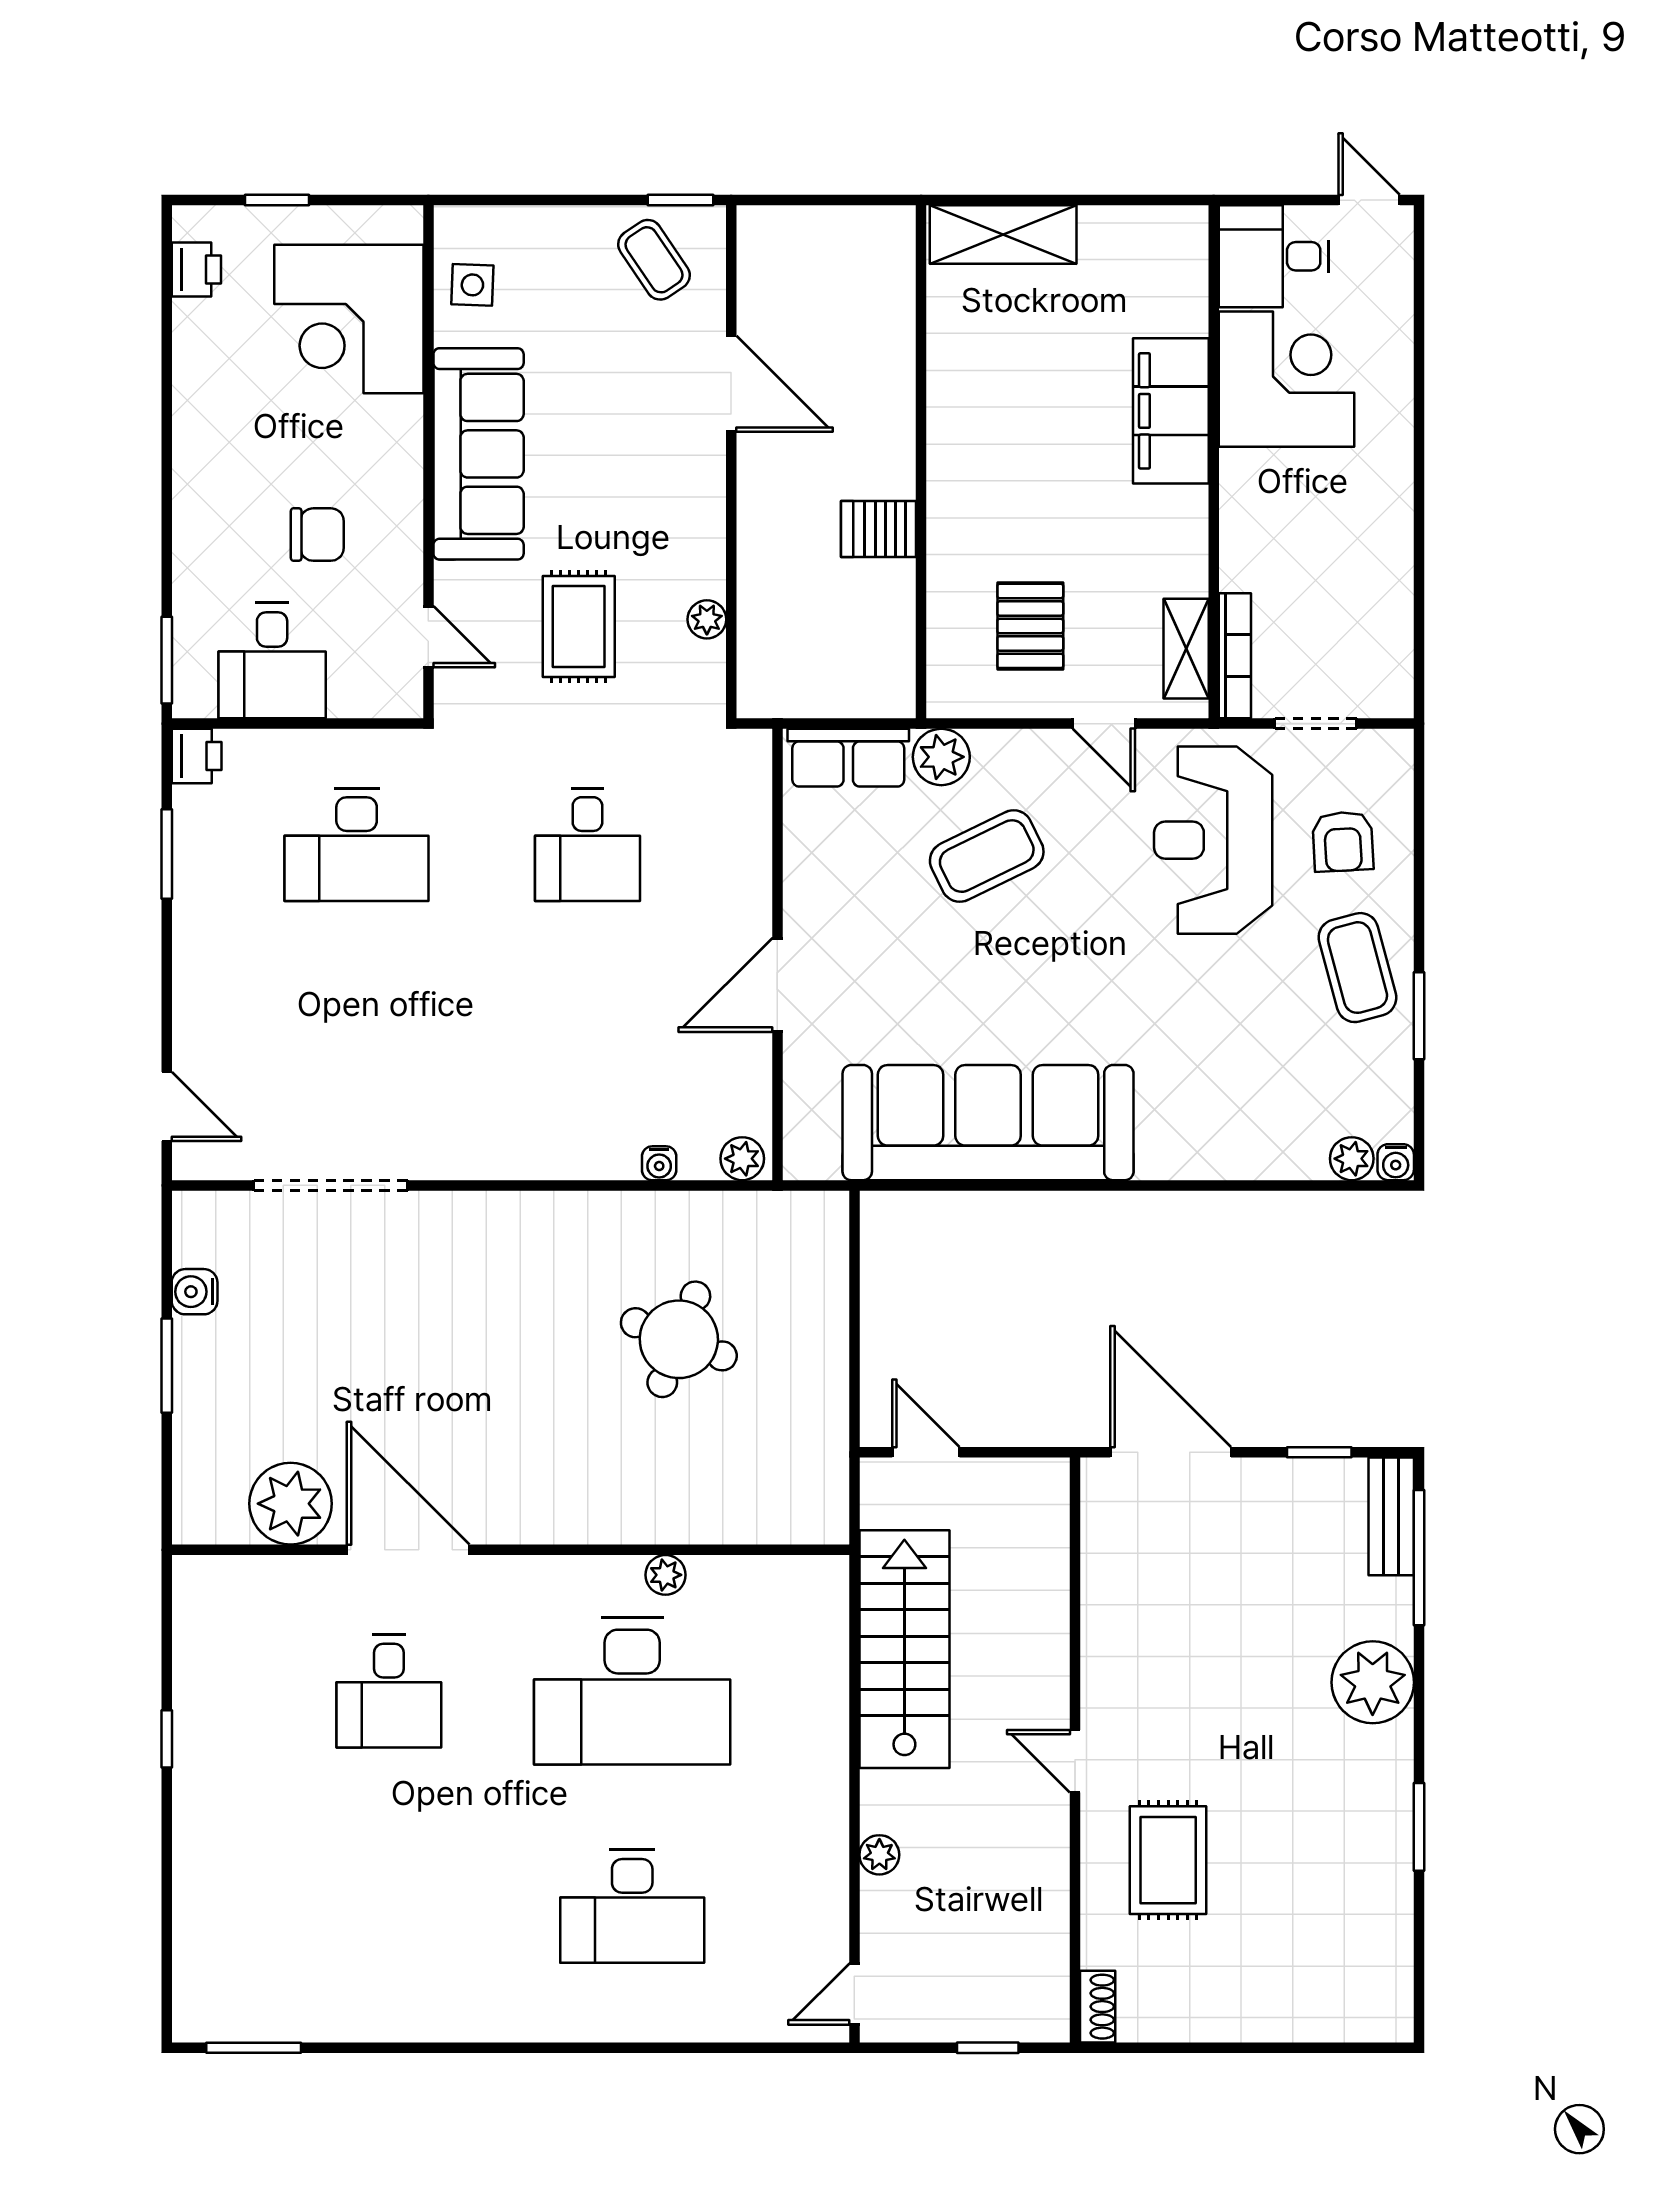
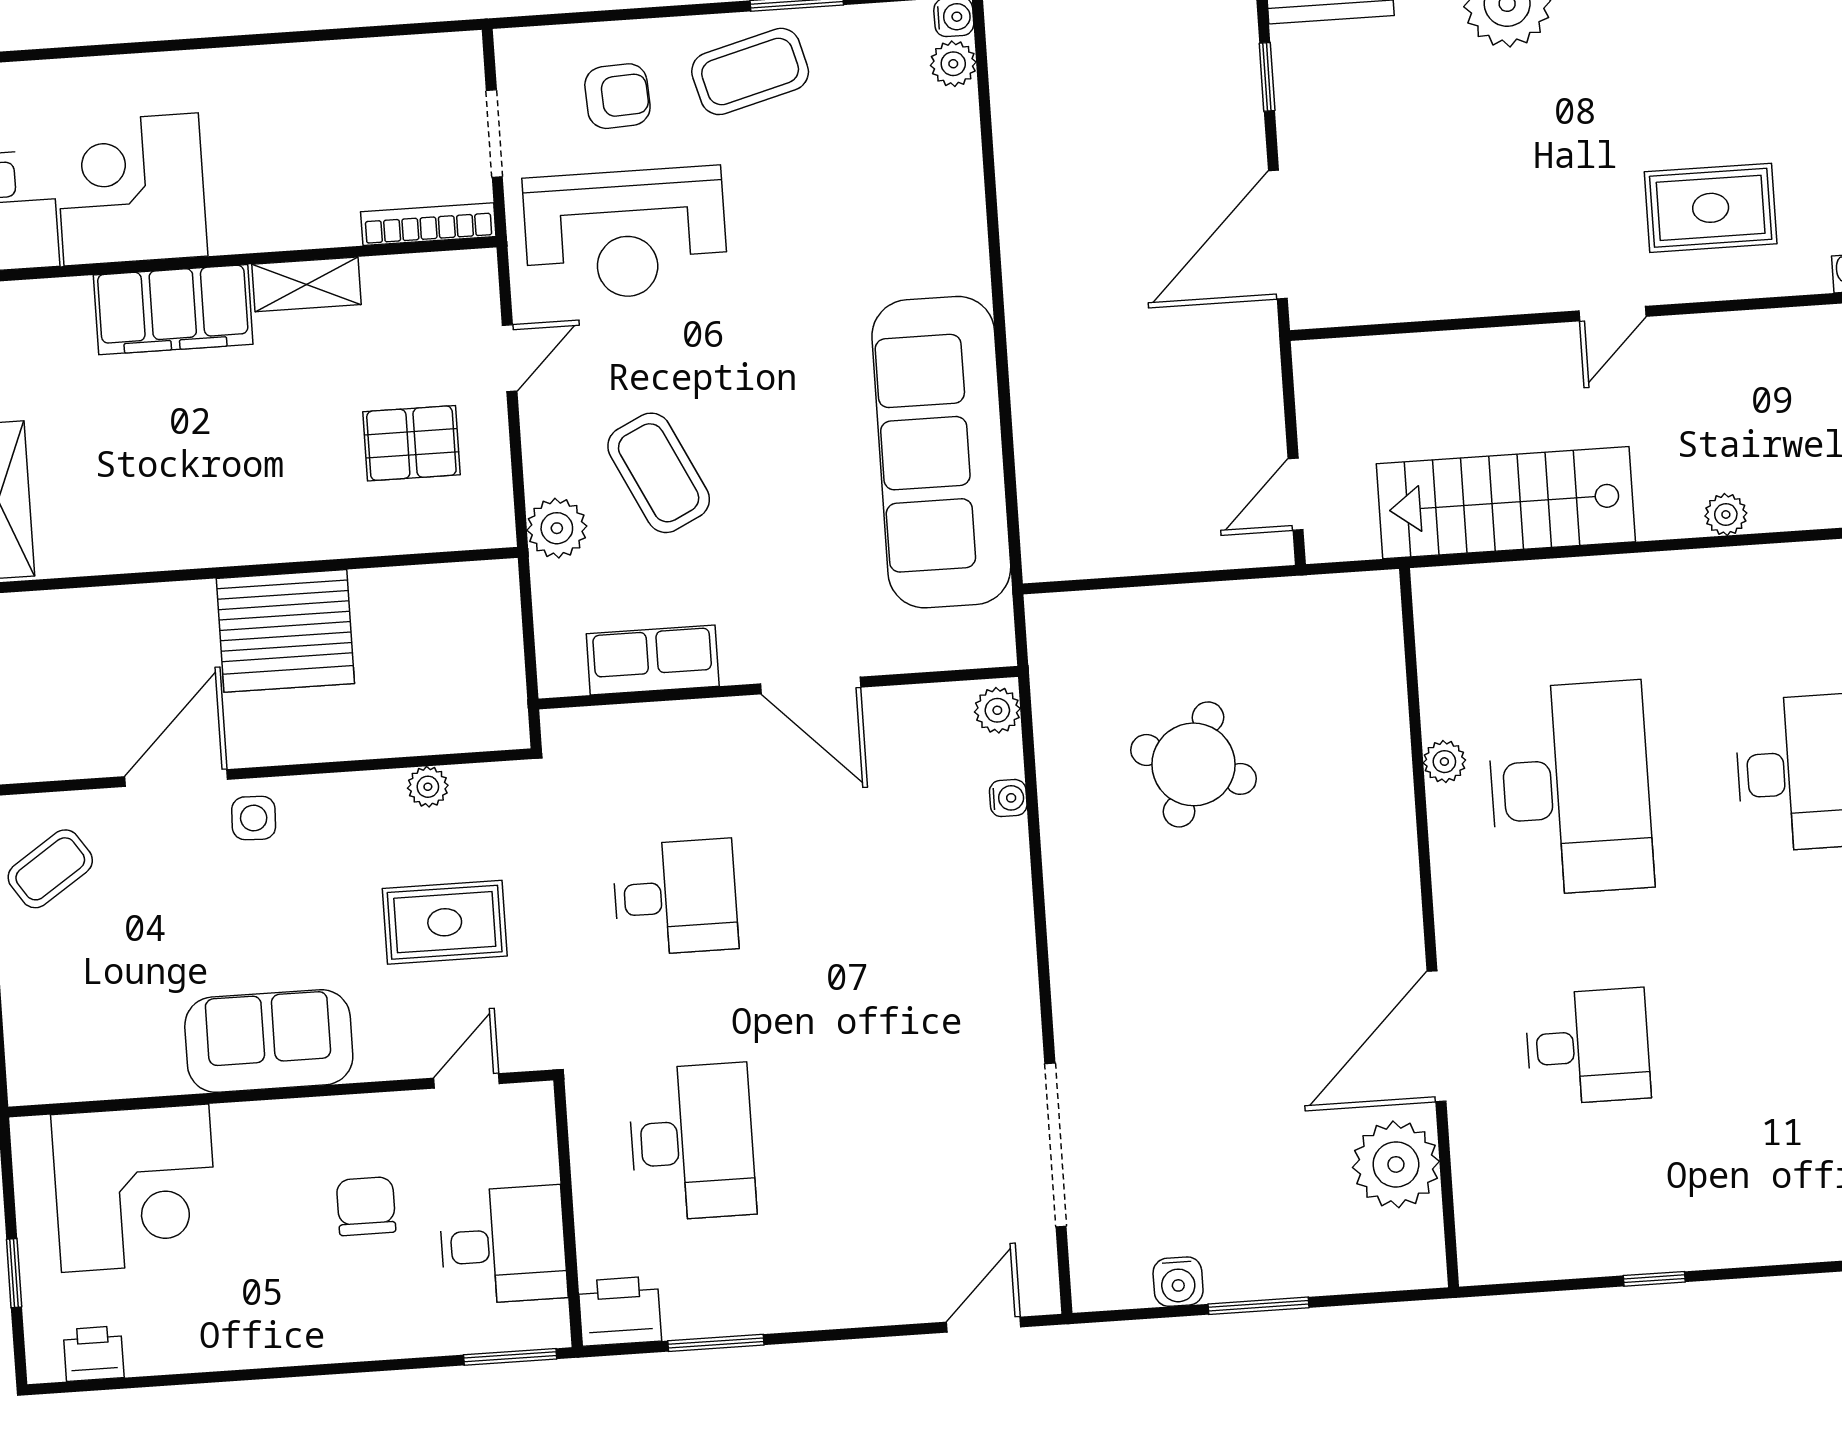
side table: (472, 285) -> (254, 818), moved
sofa: (479, 454) -> (269, 1041), width x0.73
server rack: (879, 529) -> (285, 631), width x2.18, depth x1.44
shelving: (1186, 649) -> (307, 284), moved
printer: (197, 756) -> (620, 1311), width x1.36, depth x1.24
row of seats: (848, 758) -> (653, 660), moved, turned -90

